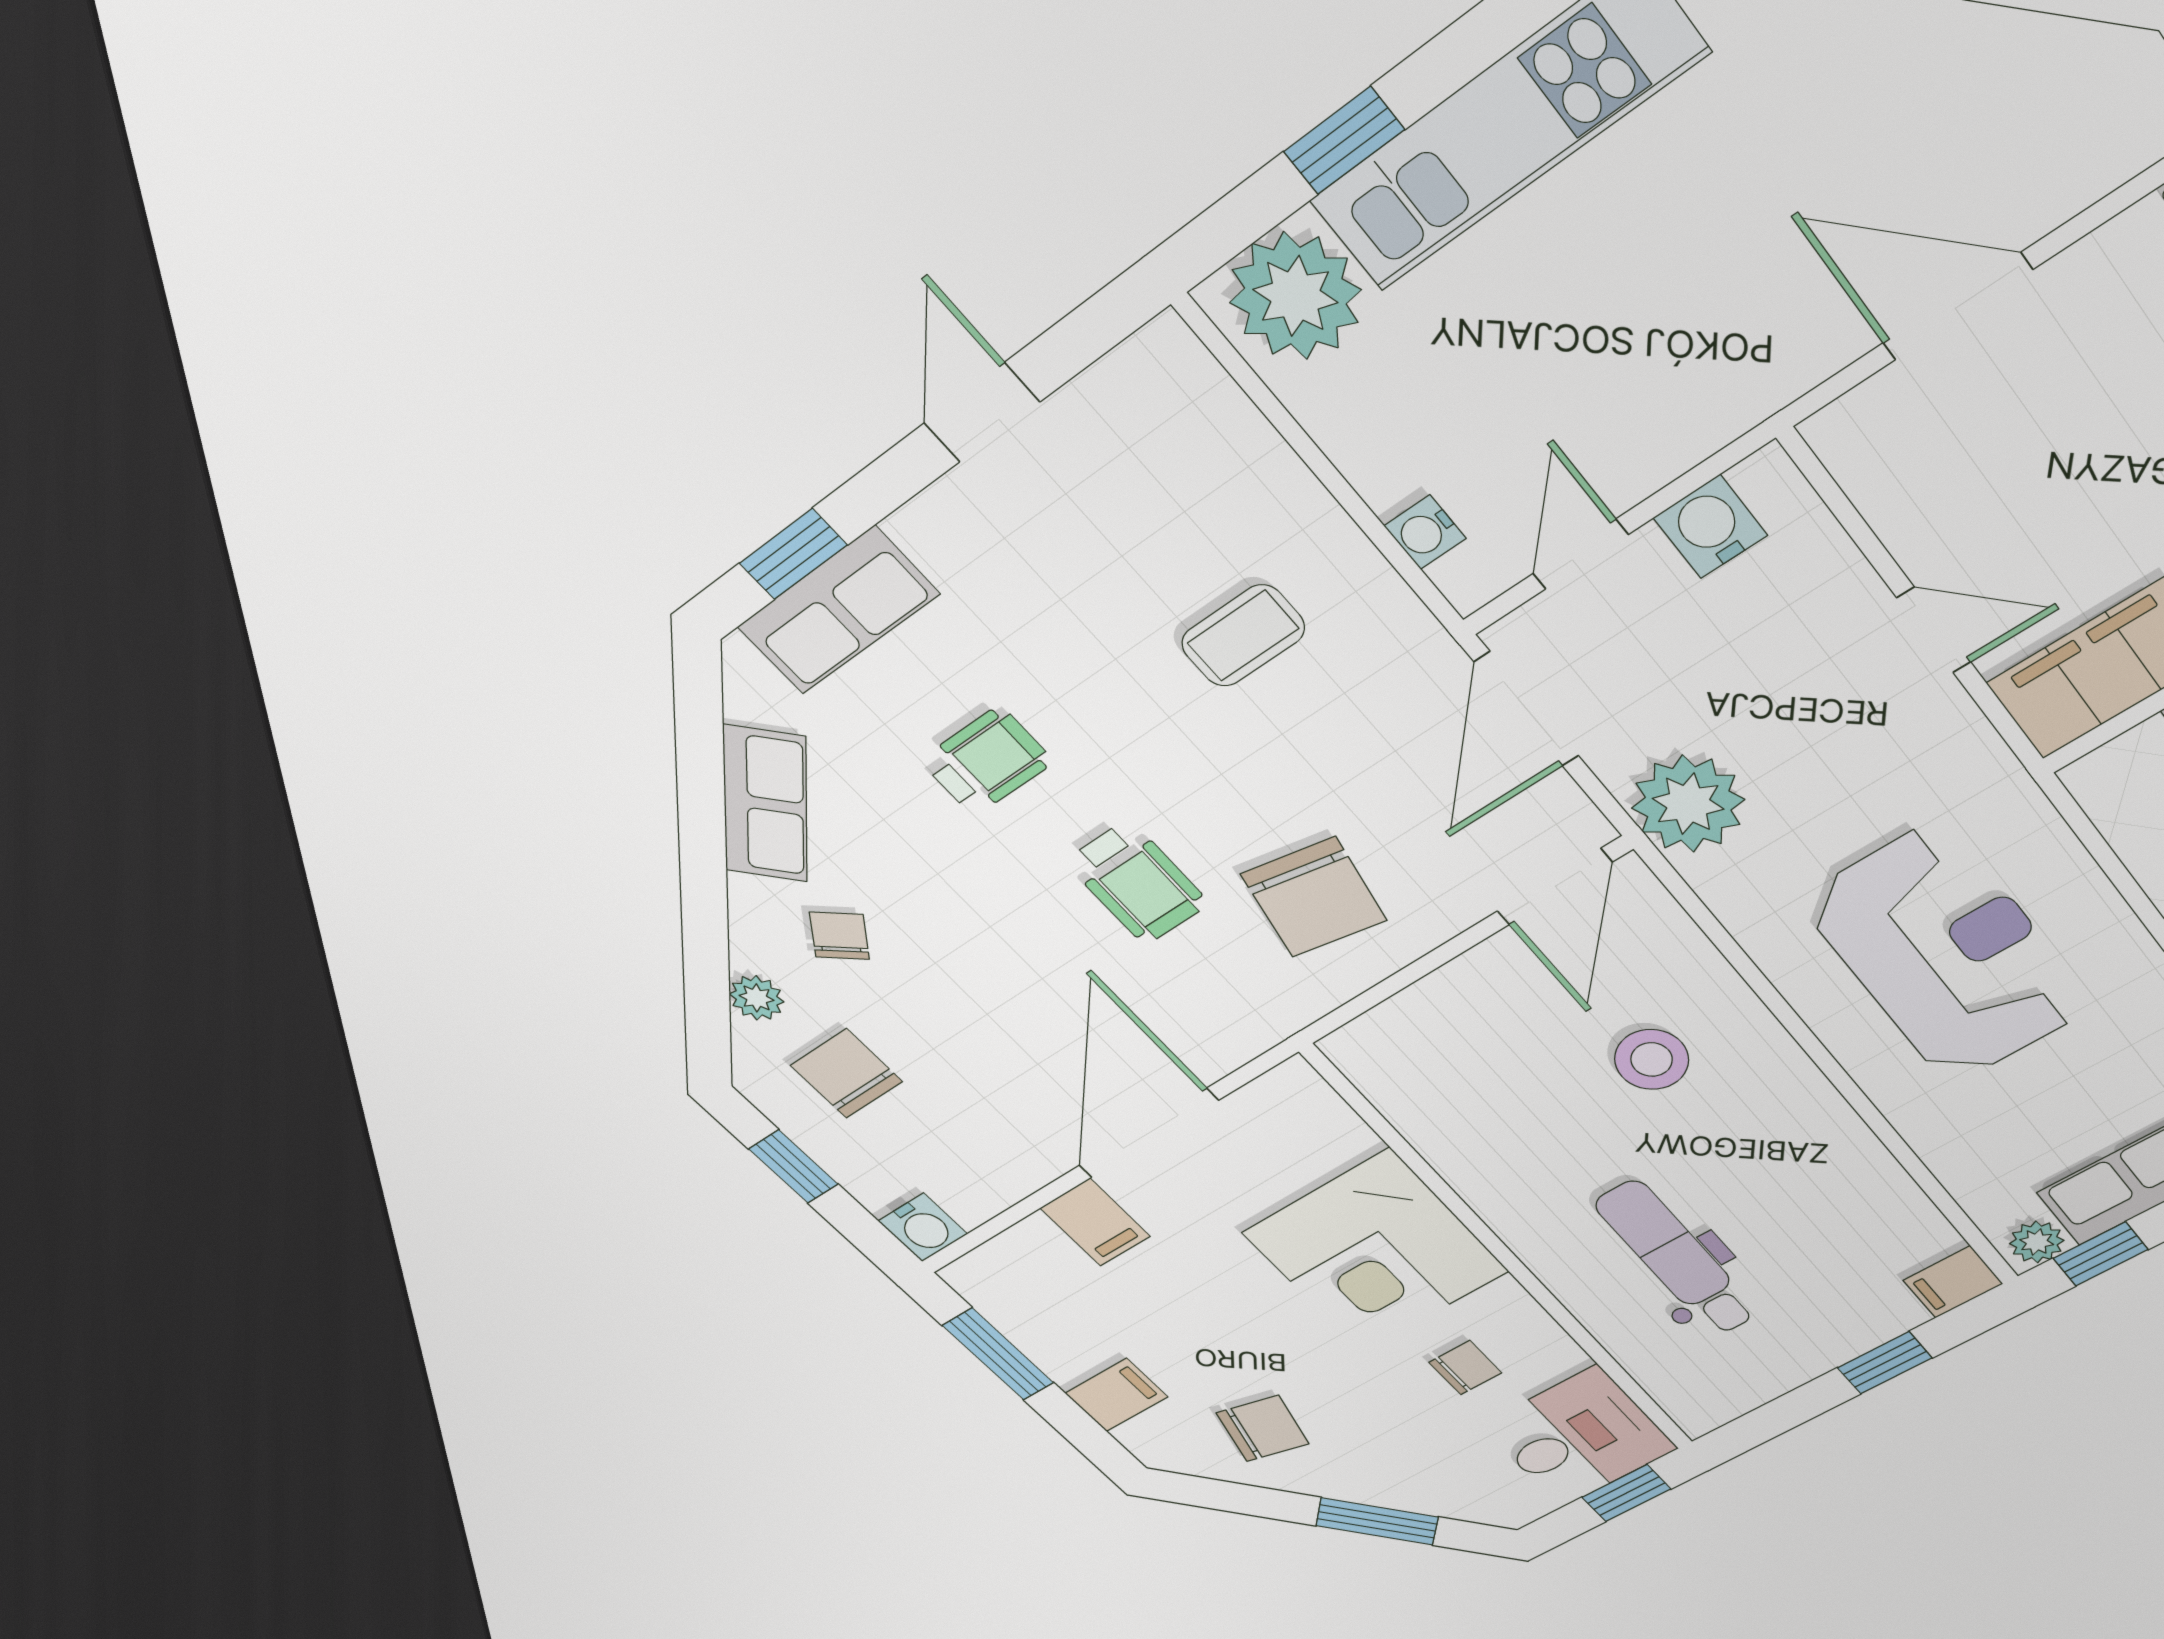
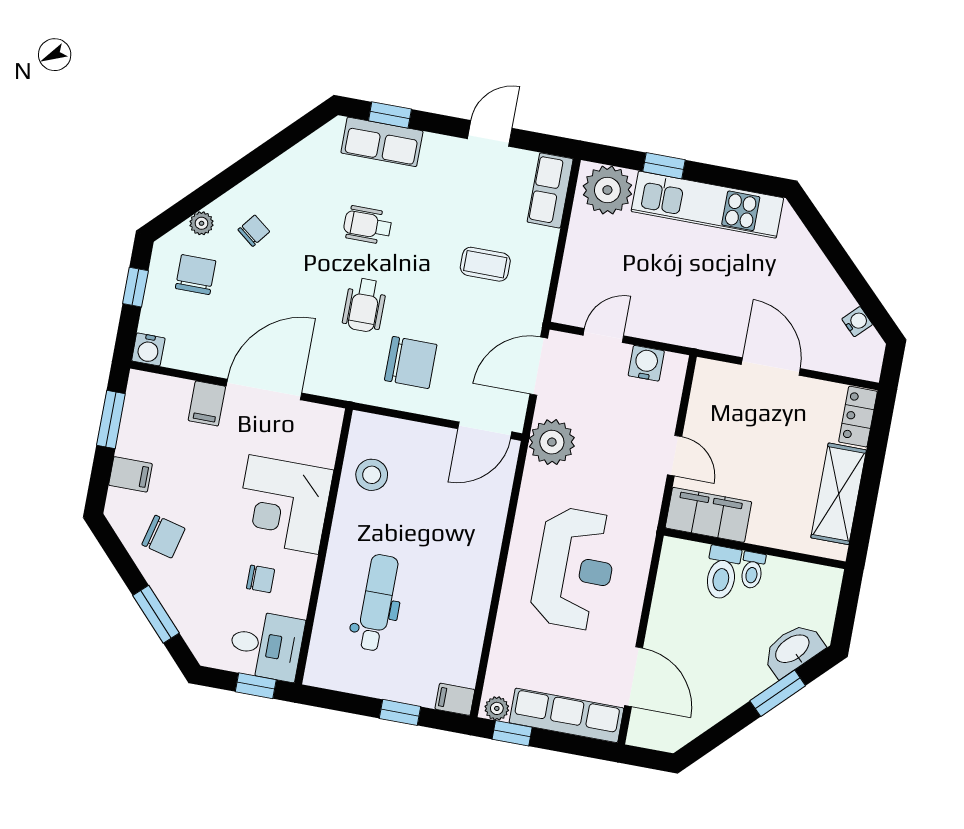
water cooler: (1425, 532) -> (857, 322), moved, turned 135
wheelchair: (987, 761) -> (368, 225), turned 180
row of seats: (765, 804) -> (550, 190), moved, turned 135
chair: (1314, 897) -> (411, 362), turned -101
stool: (1652, 1059) -> (372, 475), moved

